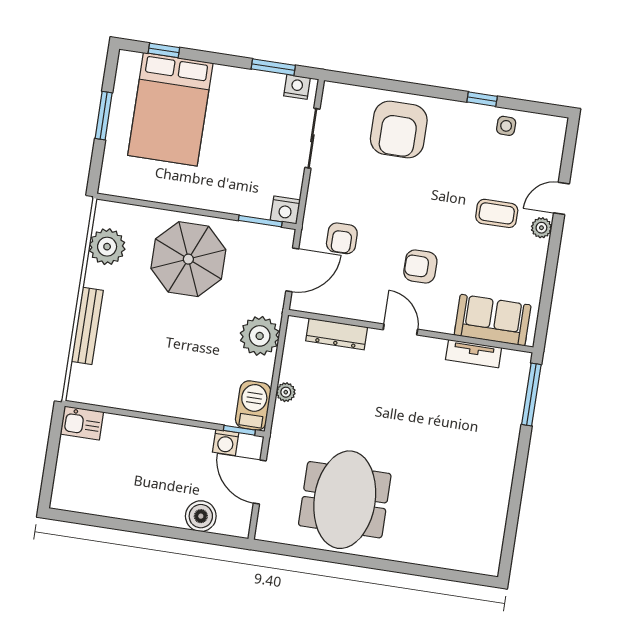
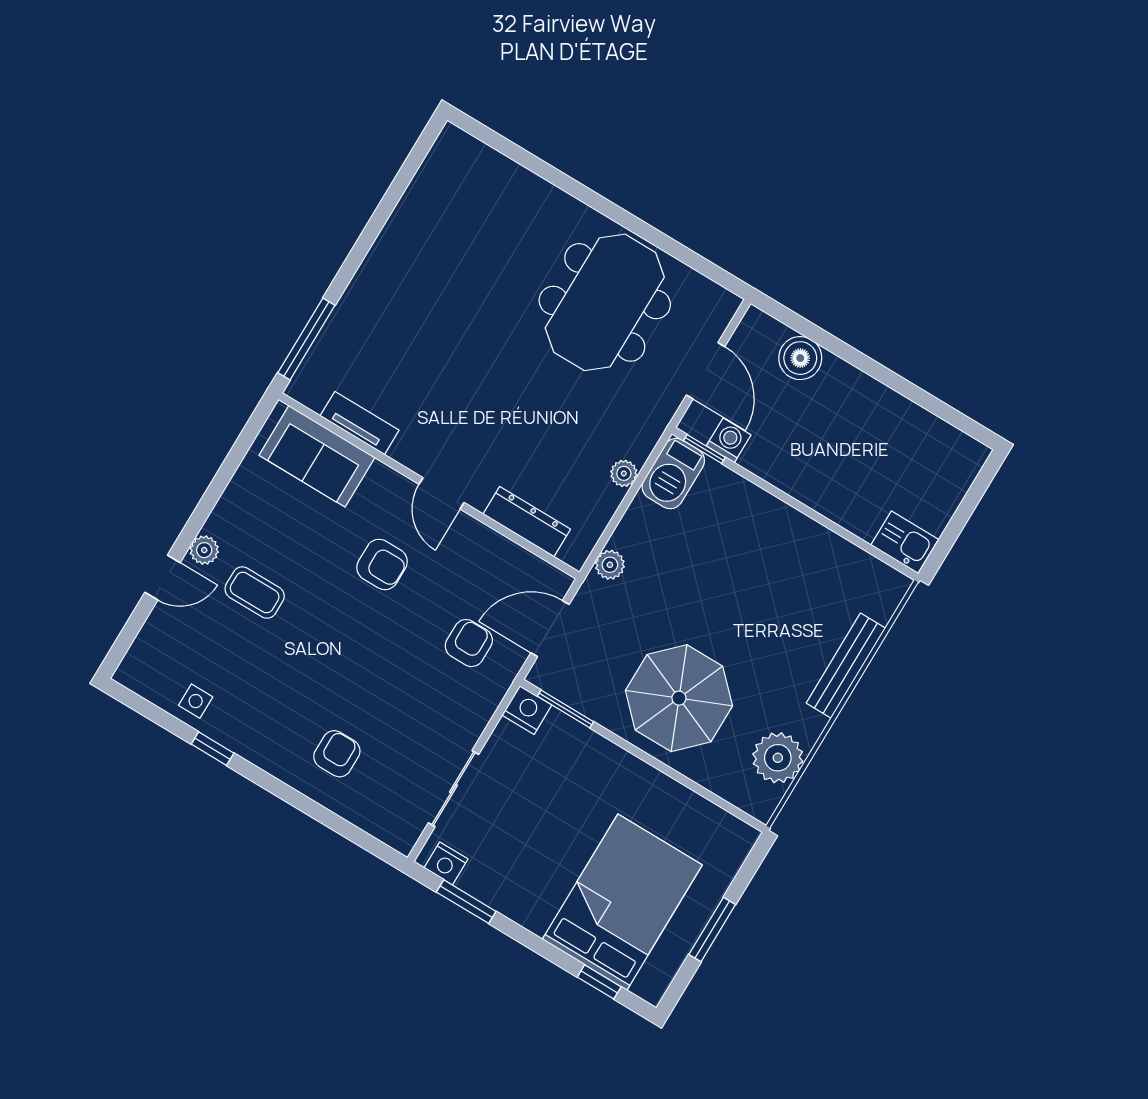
armchair: (399, 130) -> (337, 754), width x0.53, depth x0.53
plant: (260, 336) -> (610, 565), width x0.53, depth x0.53

